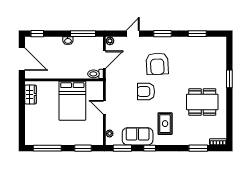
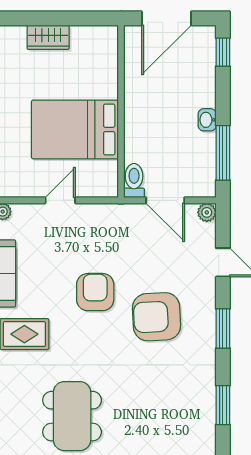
wardrobe: (30, 95) -> (48, 37), moved

